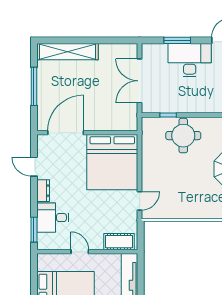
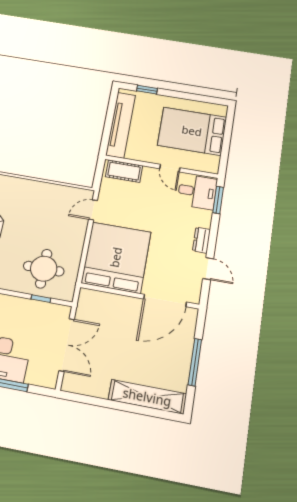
round table: (183, 136) -> (44, 269), moved
desk: (53, 218) -> (197, 192), moved

